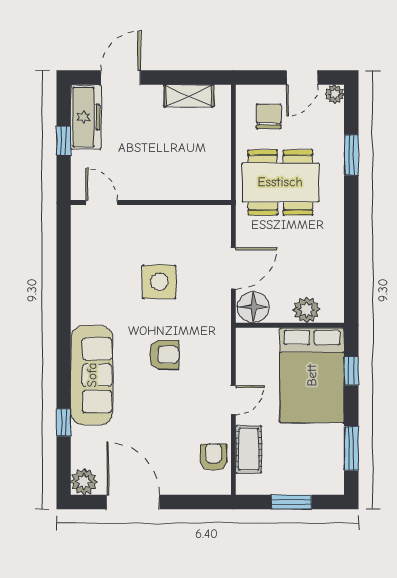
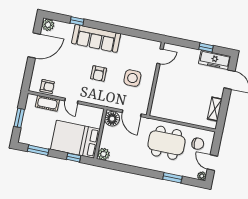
dining table: (280, 182) -> (166, 143), turned 90
door: (102, 203) -> (160, 56), moved
wall: (151, 203) -> (155, 79), moved
plant: (307, 310) -> (104, 154), moved

